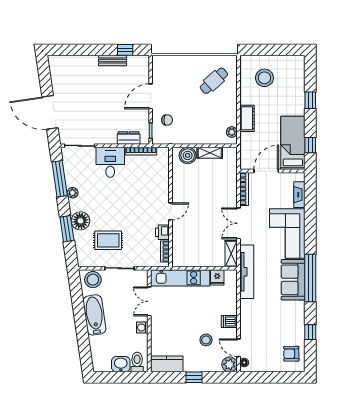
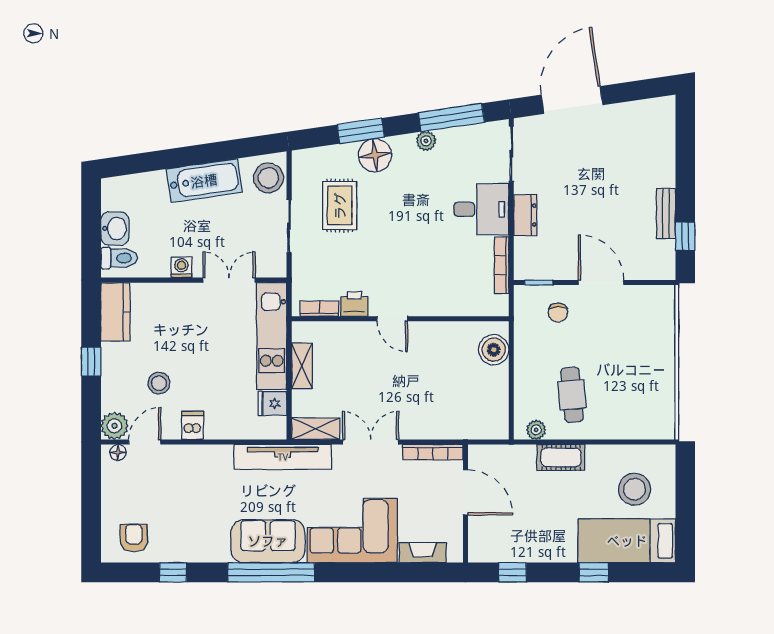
cafe table: (214, 81) -> (572, 395), moved, turned 37
dresser: (129, 138) -> (525, 215), moved
bed: (293, 143) -> (627, 541), moved, turned 180
shelving: (210, 153) -> (302, 366), moved

